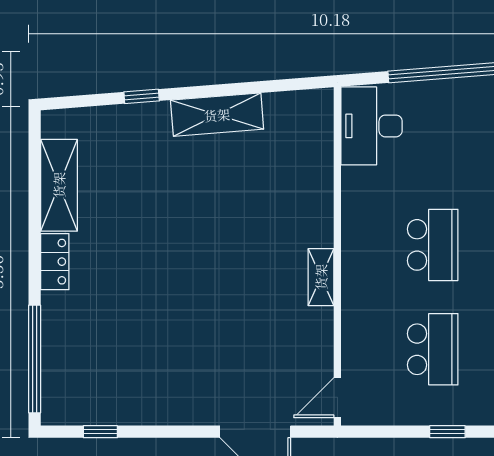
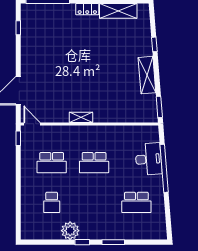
window: (295, 84) -> (159, 107), added
desk: (372, 126) -> (149, 159), moved, turned 85
window: (447, 432) -> (18, 138), moved

